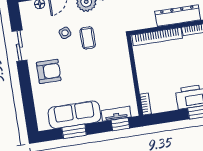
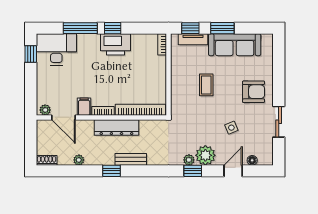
coffee table: (88, 38) -> (206, 85), moved
armchair: (49, 71) -> (254, 92), turned 180
window: (74, 131) -> (222, 28), moved

